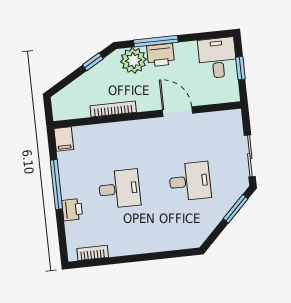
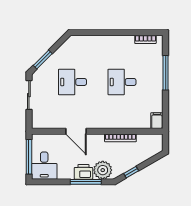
window: (240, 68) -> (29, 157), width x2.17
window: (56, 184) -> (166, 73), moved
printer: (72, 210) -> (156, 71), removed

